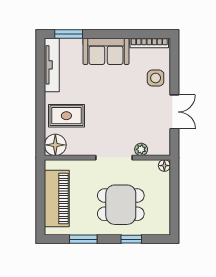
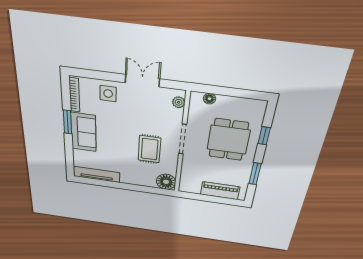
window: (69, 34) -> (67, 122), moved
rug: (66, 116) -> (149, 149), moved
plant: (141, 149) -> (179, 102), moved
floor lamp: (164, 166) -> (209, 99), moved
piano: (57, 198) -> (220, 191), width x0.73, depth x0.75

